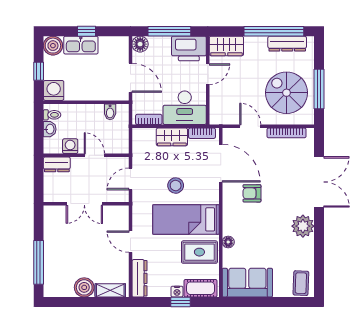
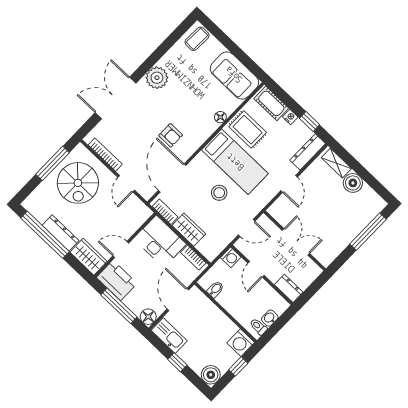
dresser: (287, 44) -> (60, 233), moved
kitchen sink: (81, 45) -> (169, 336), moved
washing machine: (70, 146) -> (231, 257), moved, turned -90
window: (181, 302) -> (310, 122), moved

